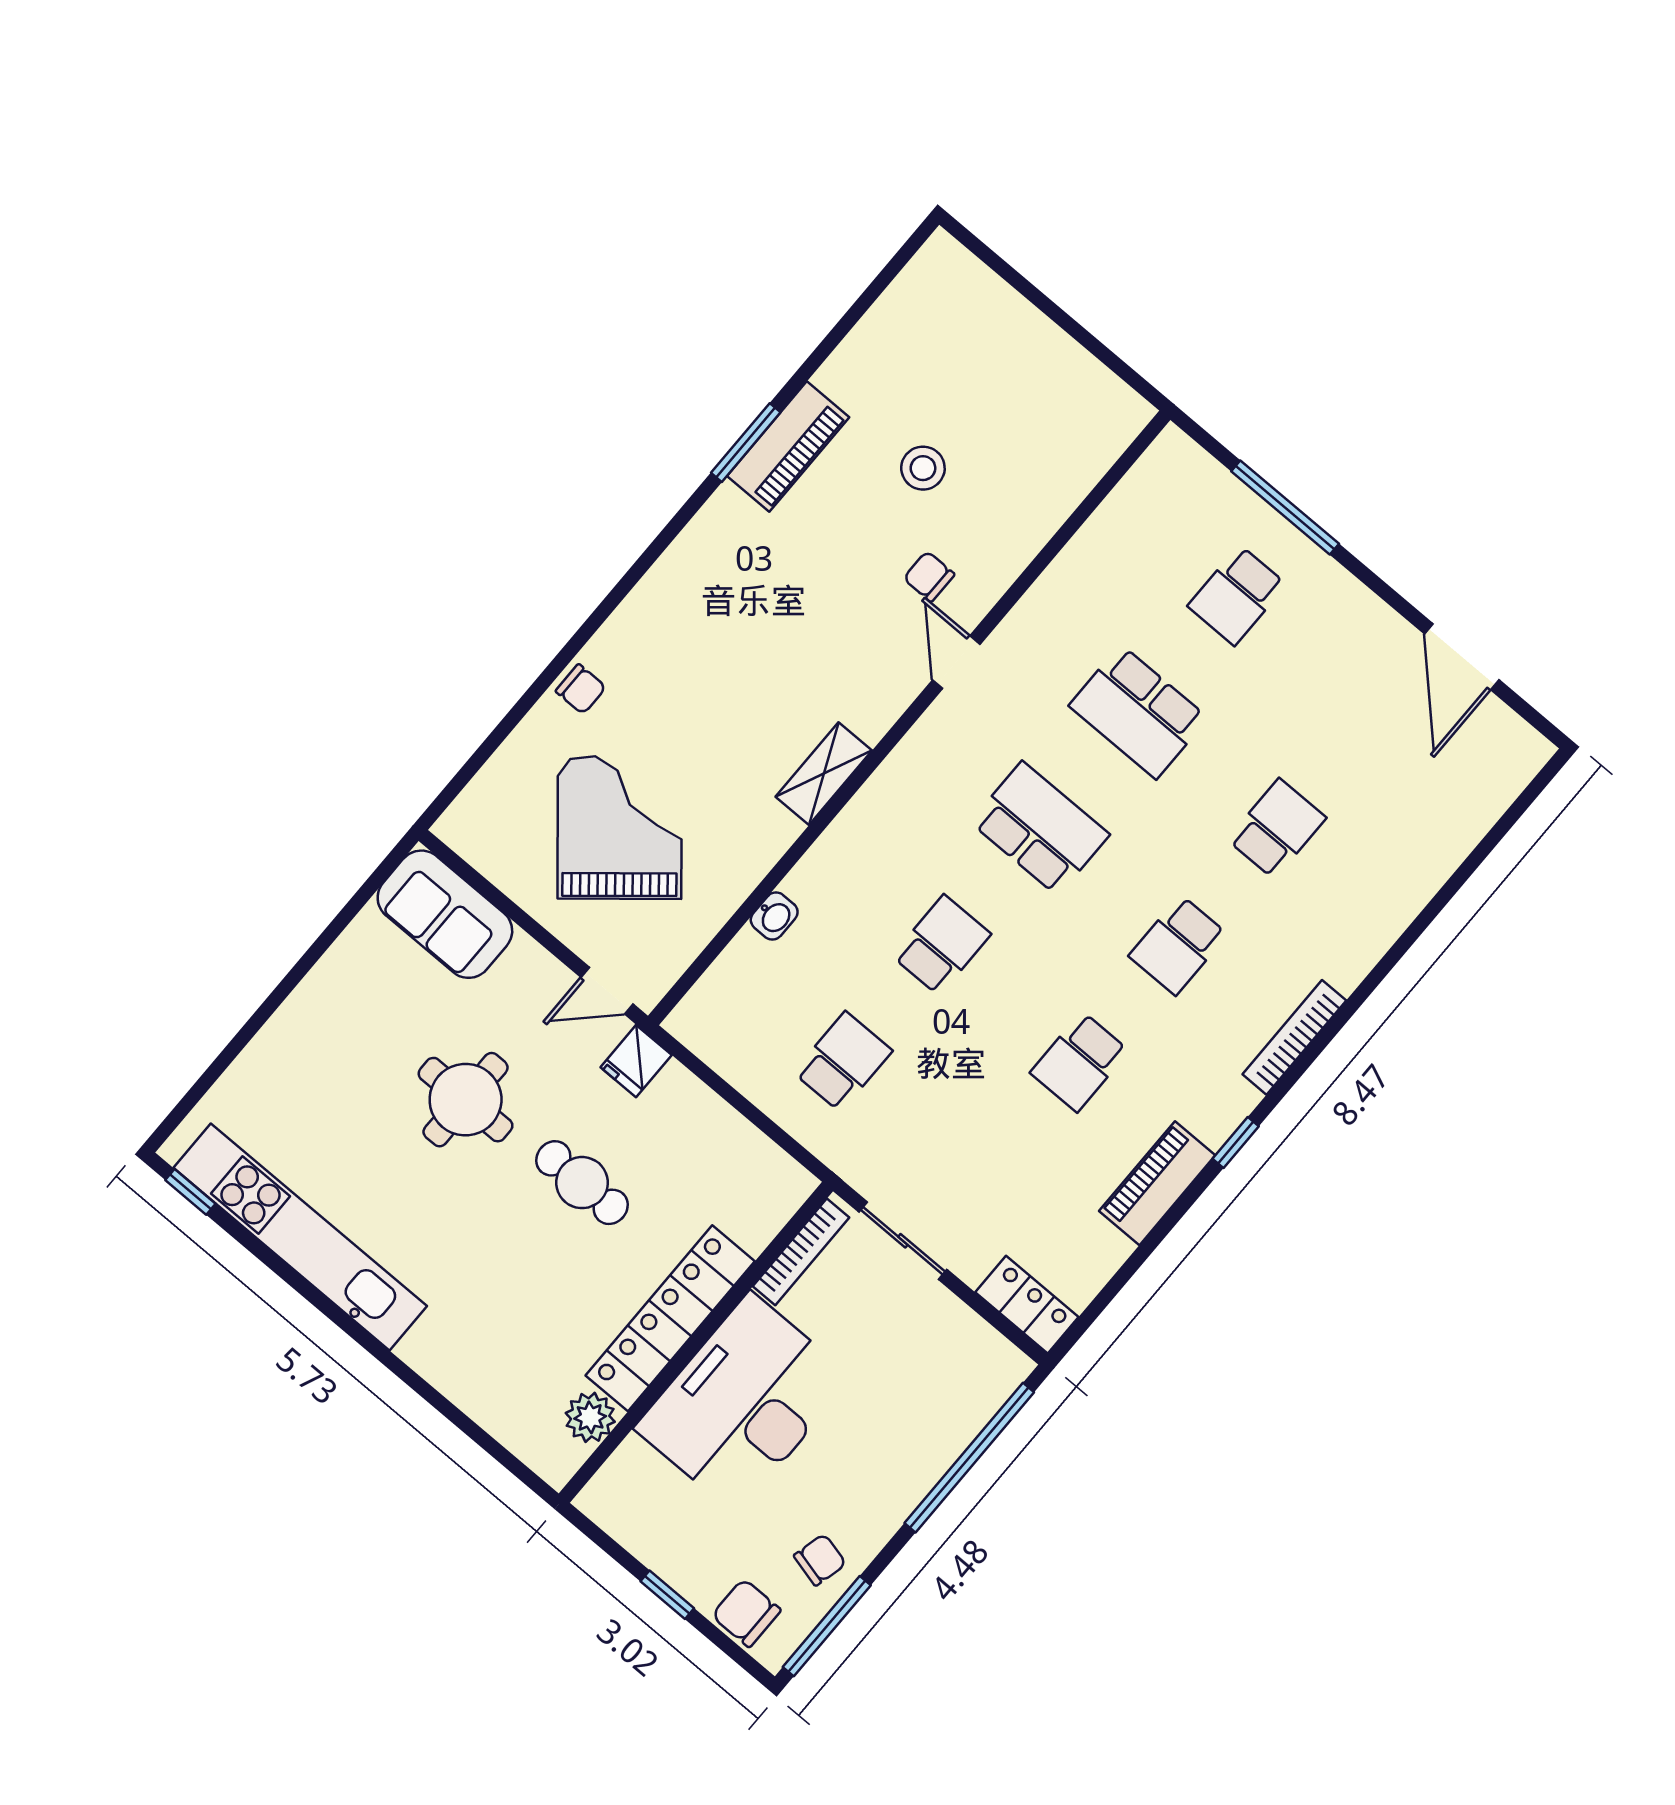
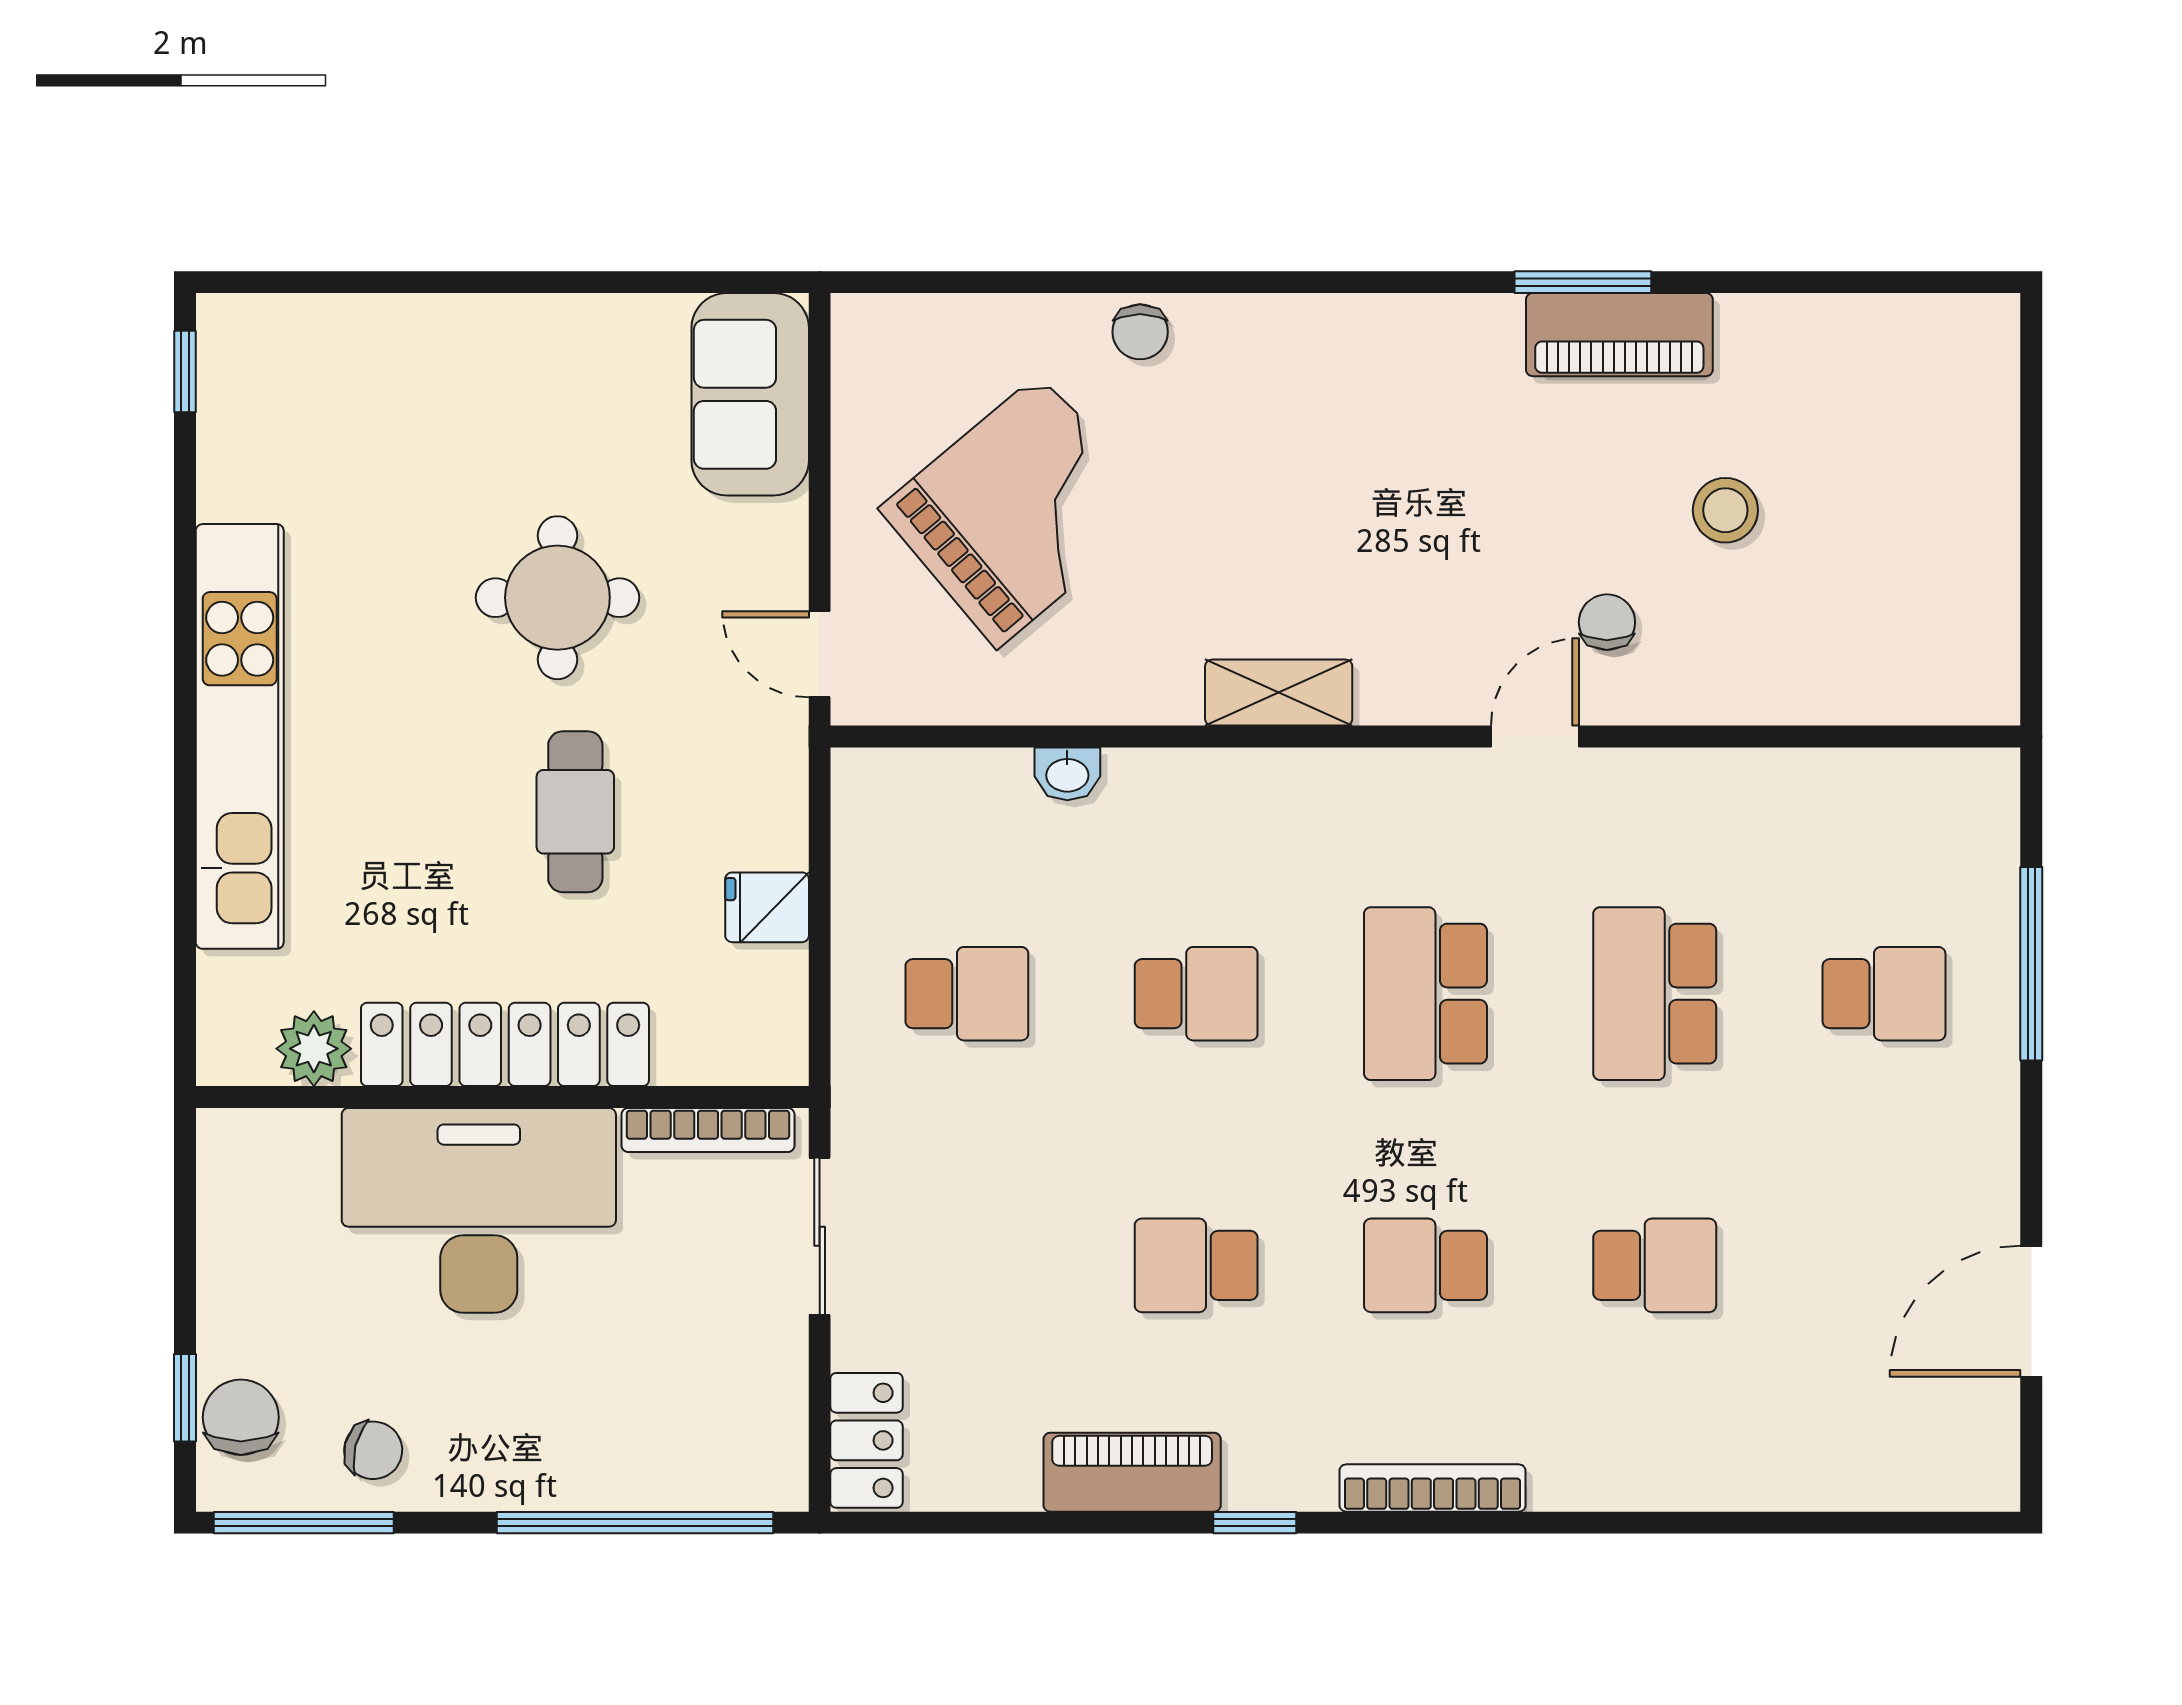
school desk: (1237, 595) -> (1884, 994), turned 180
school desk: (1040, 828) -> (1425, 994), turned 180
fridge: (636, 1061) -> (767, 907), moved
kitchen unit: (300, 1237) -> (240, 736), moved
window: (667, 1595) -> (185, 1398), moved

